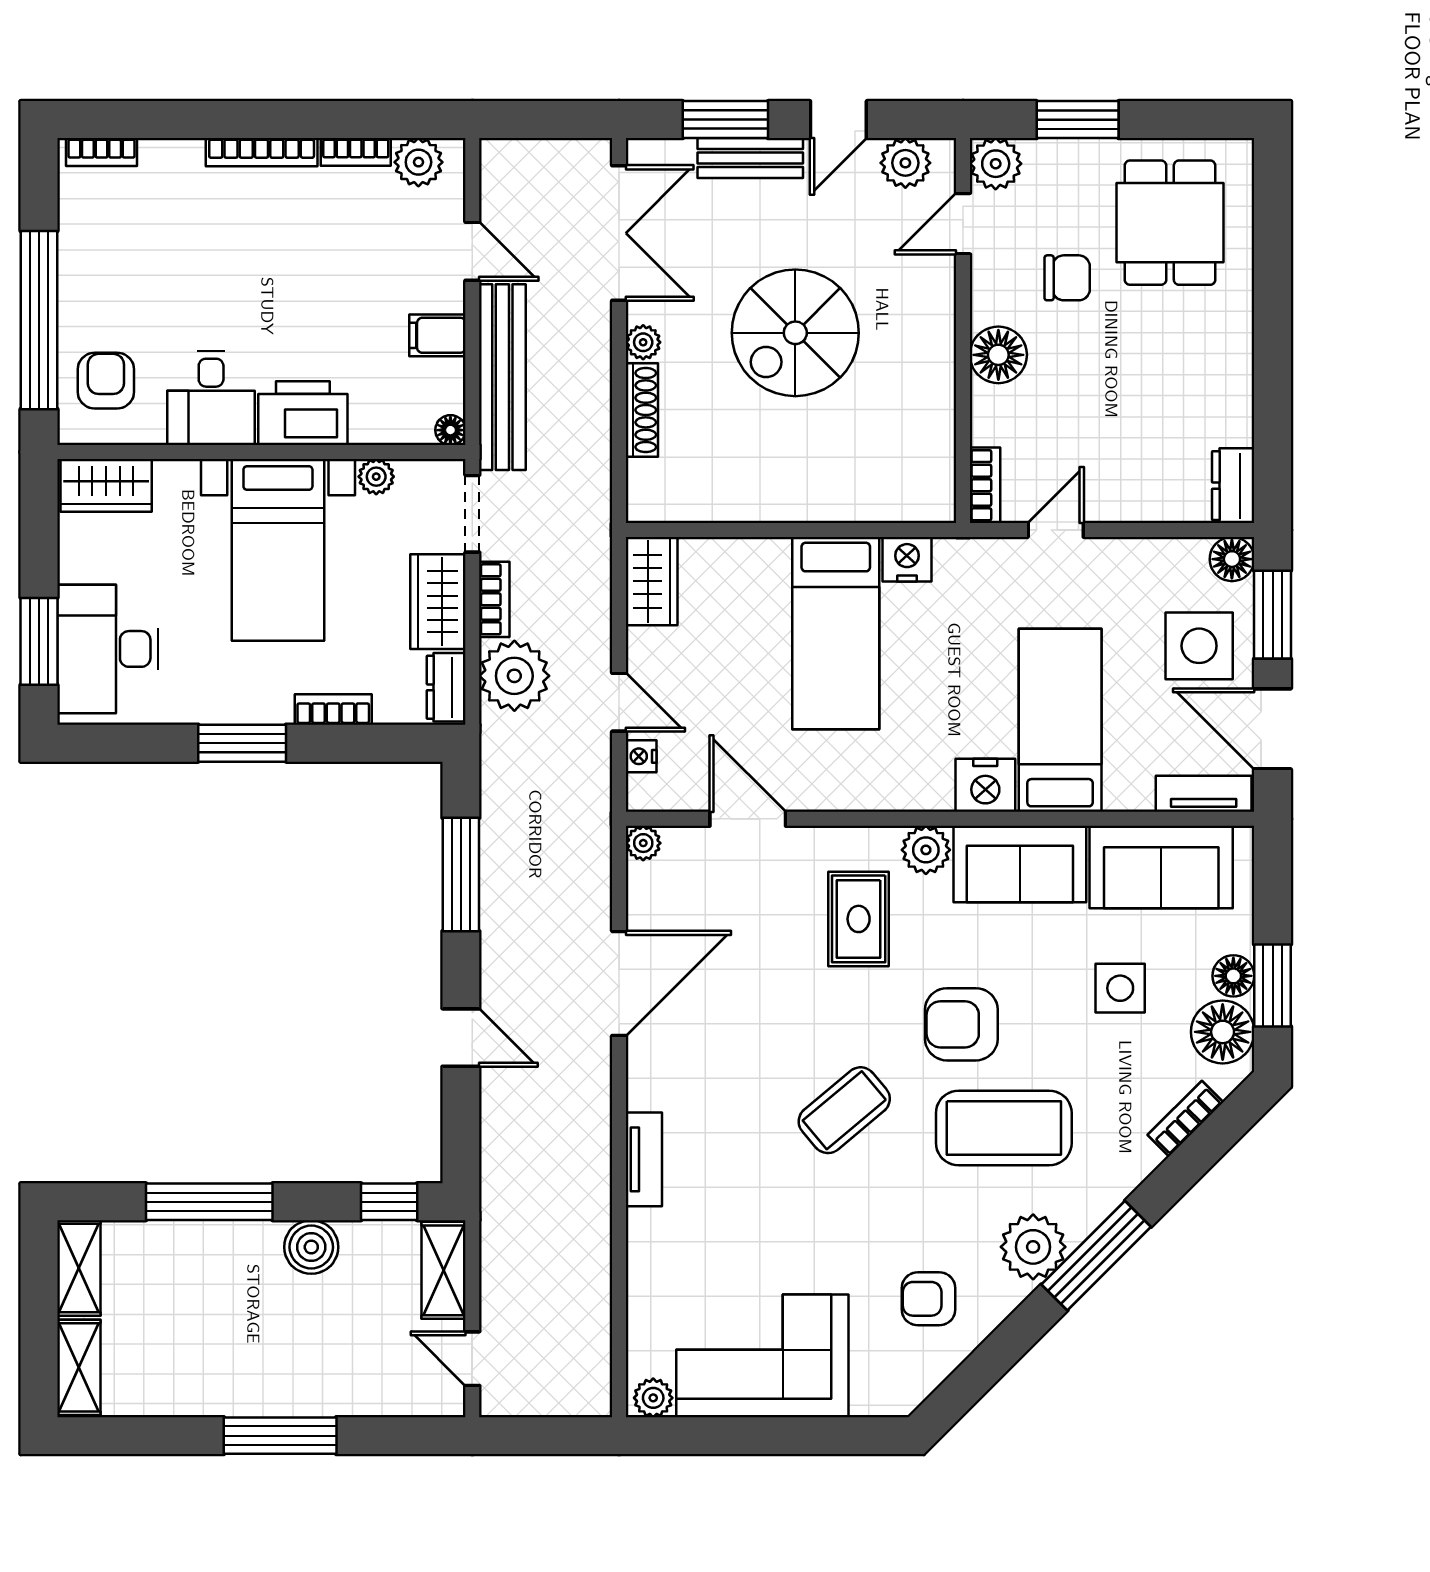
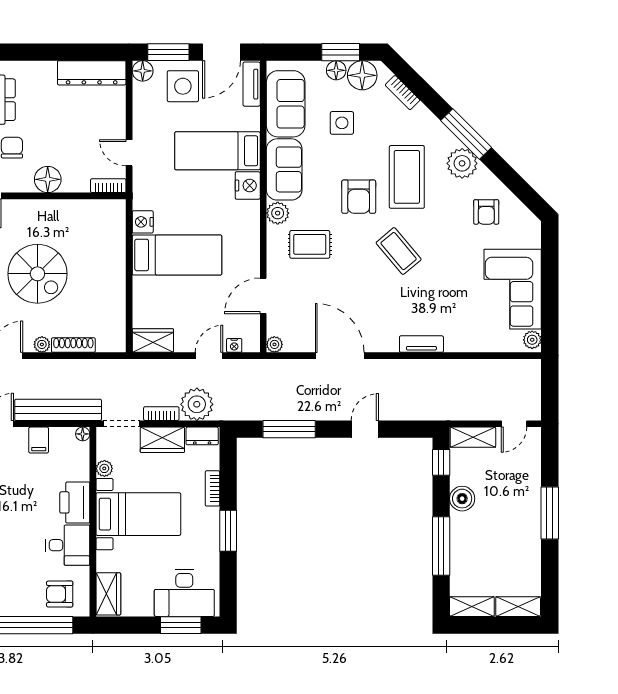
dresser: (1233, 486) -> (92, 73), width x1.96, depth x1.24

